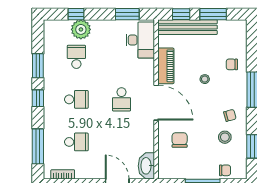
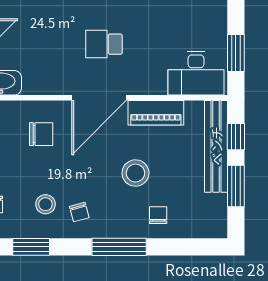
stool: (205, 79) -> (135, 173), width x1.89, depth x1.89

